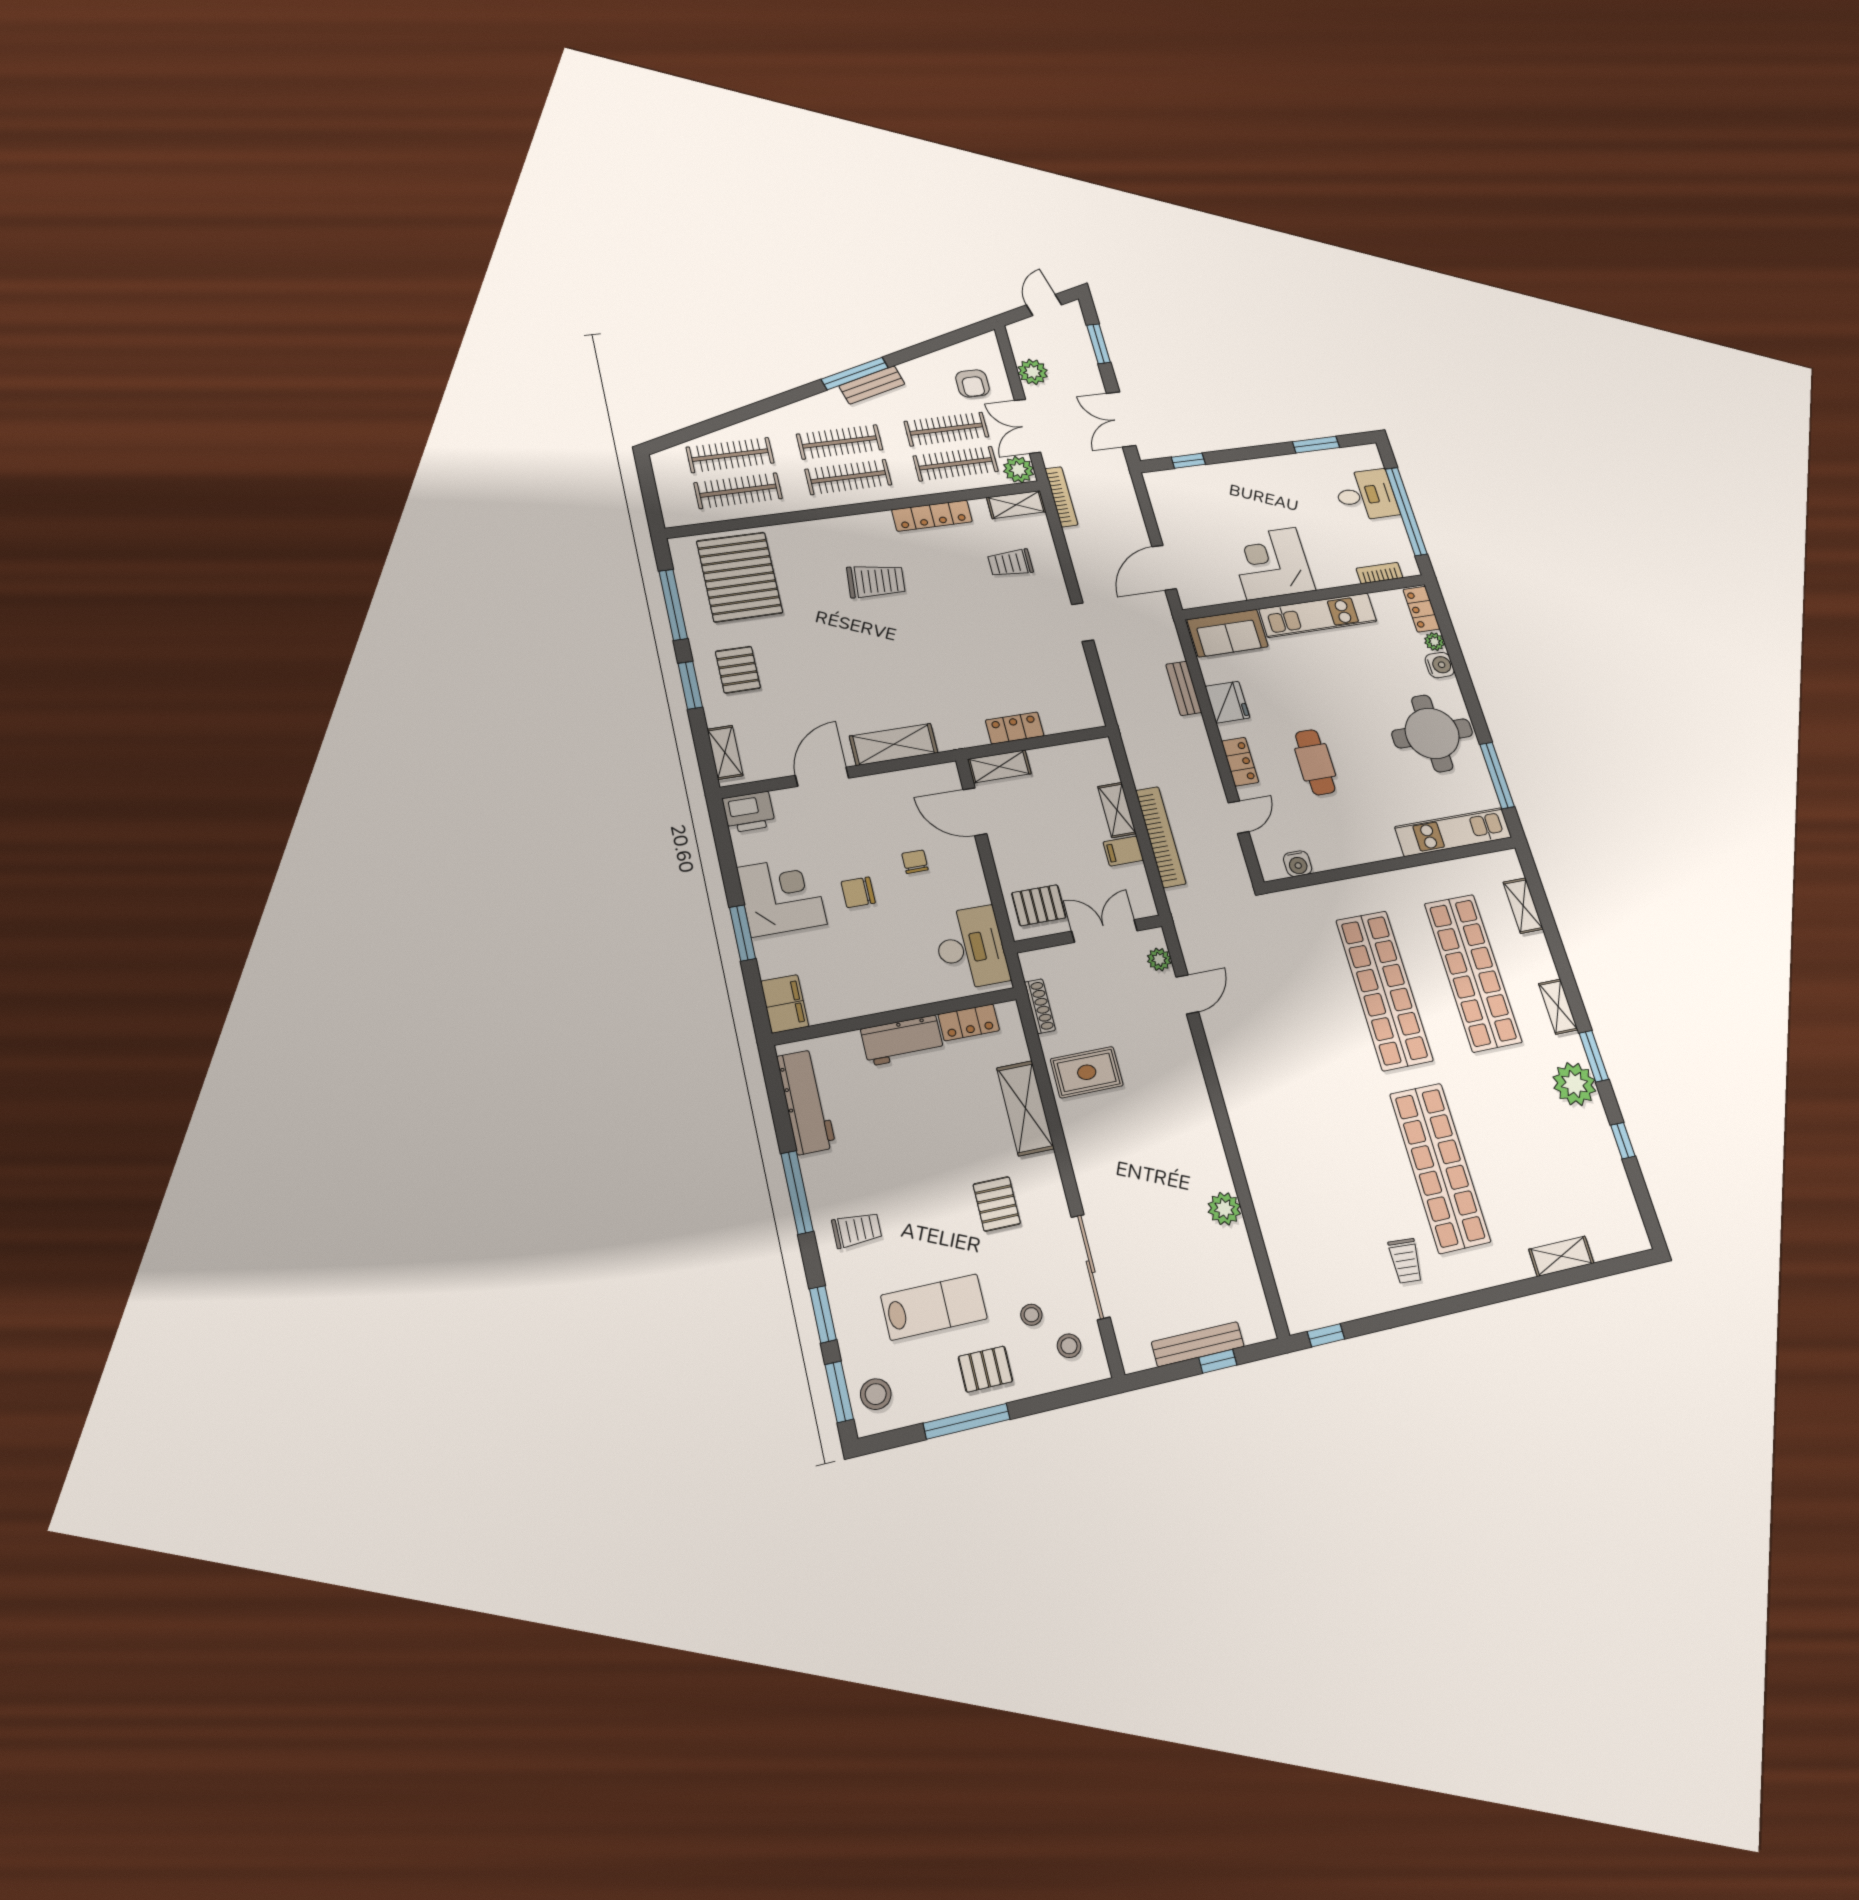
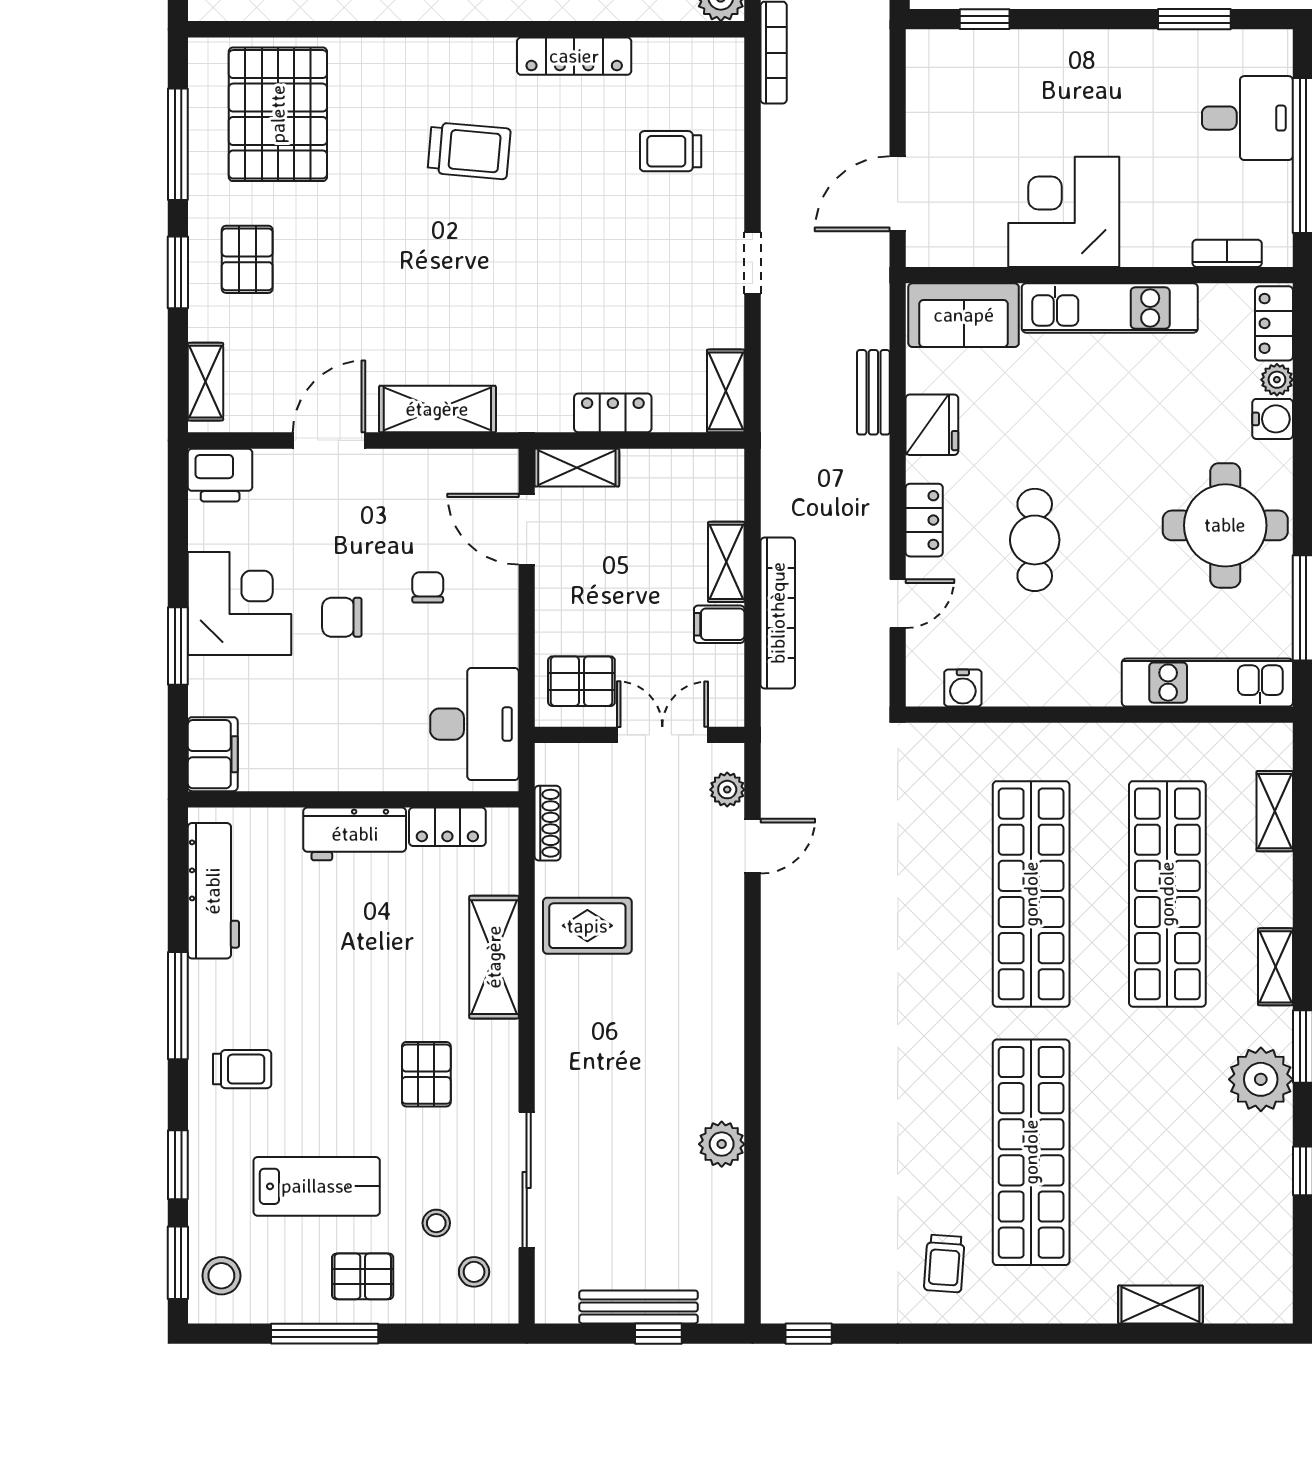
shelving: (1016, 505) -> (726, 391), moved, turned 90

